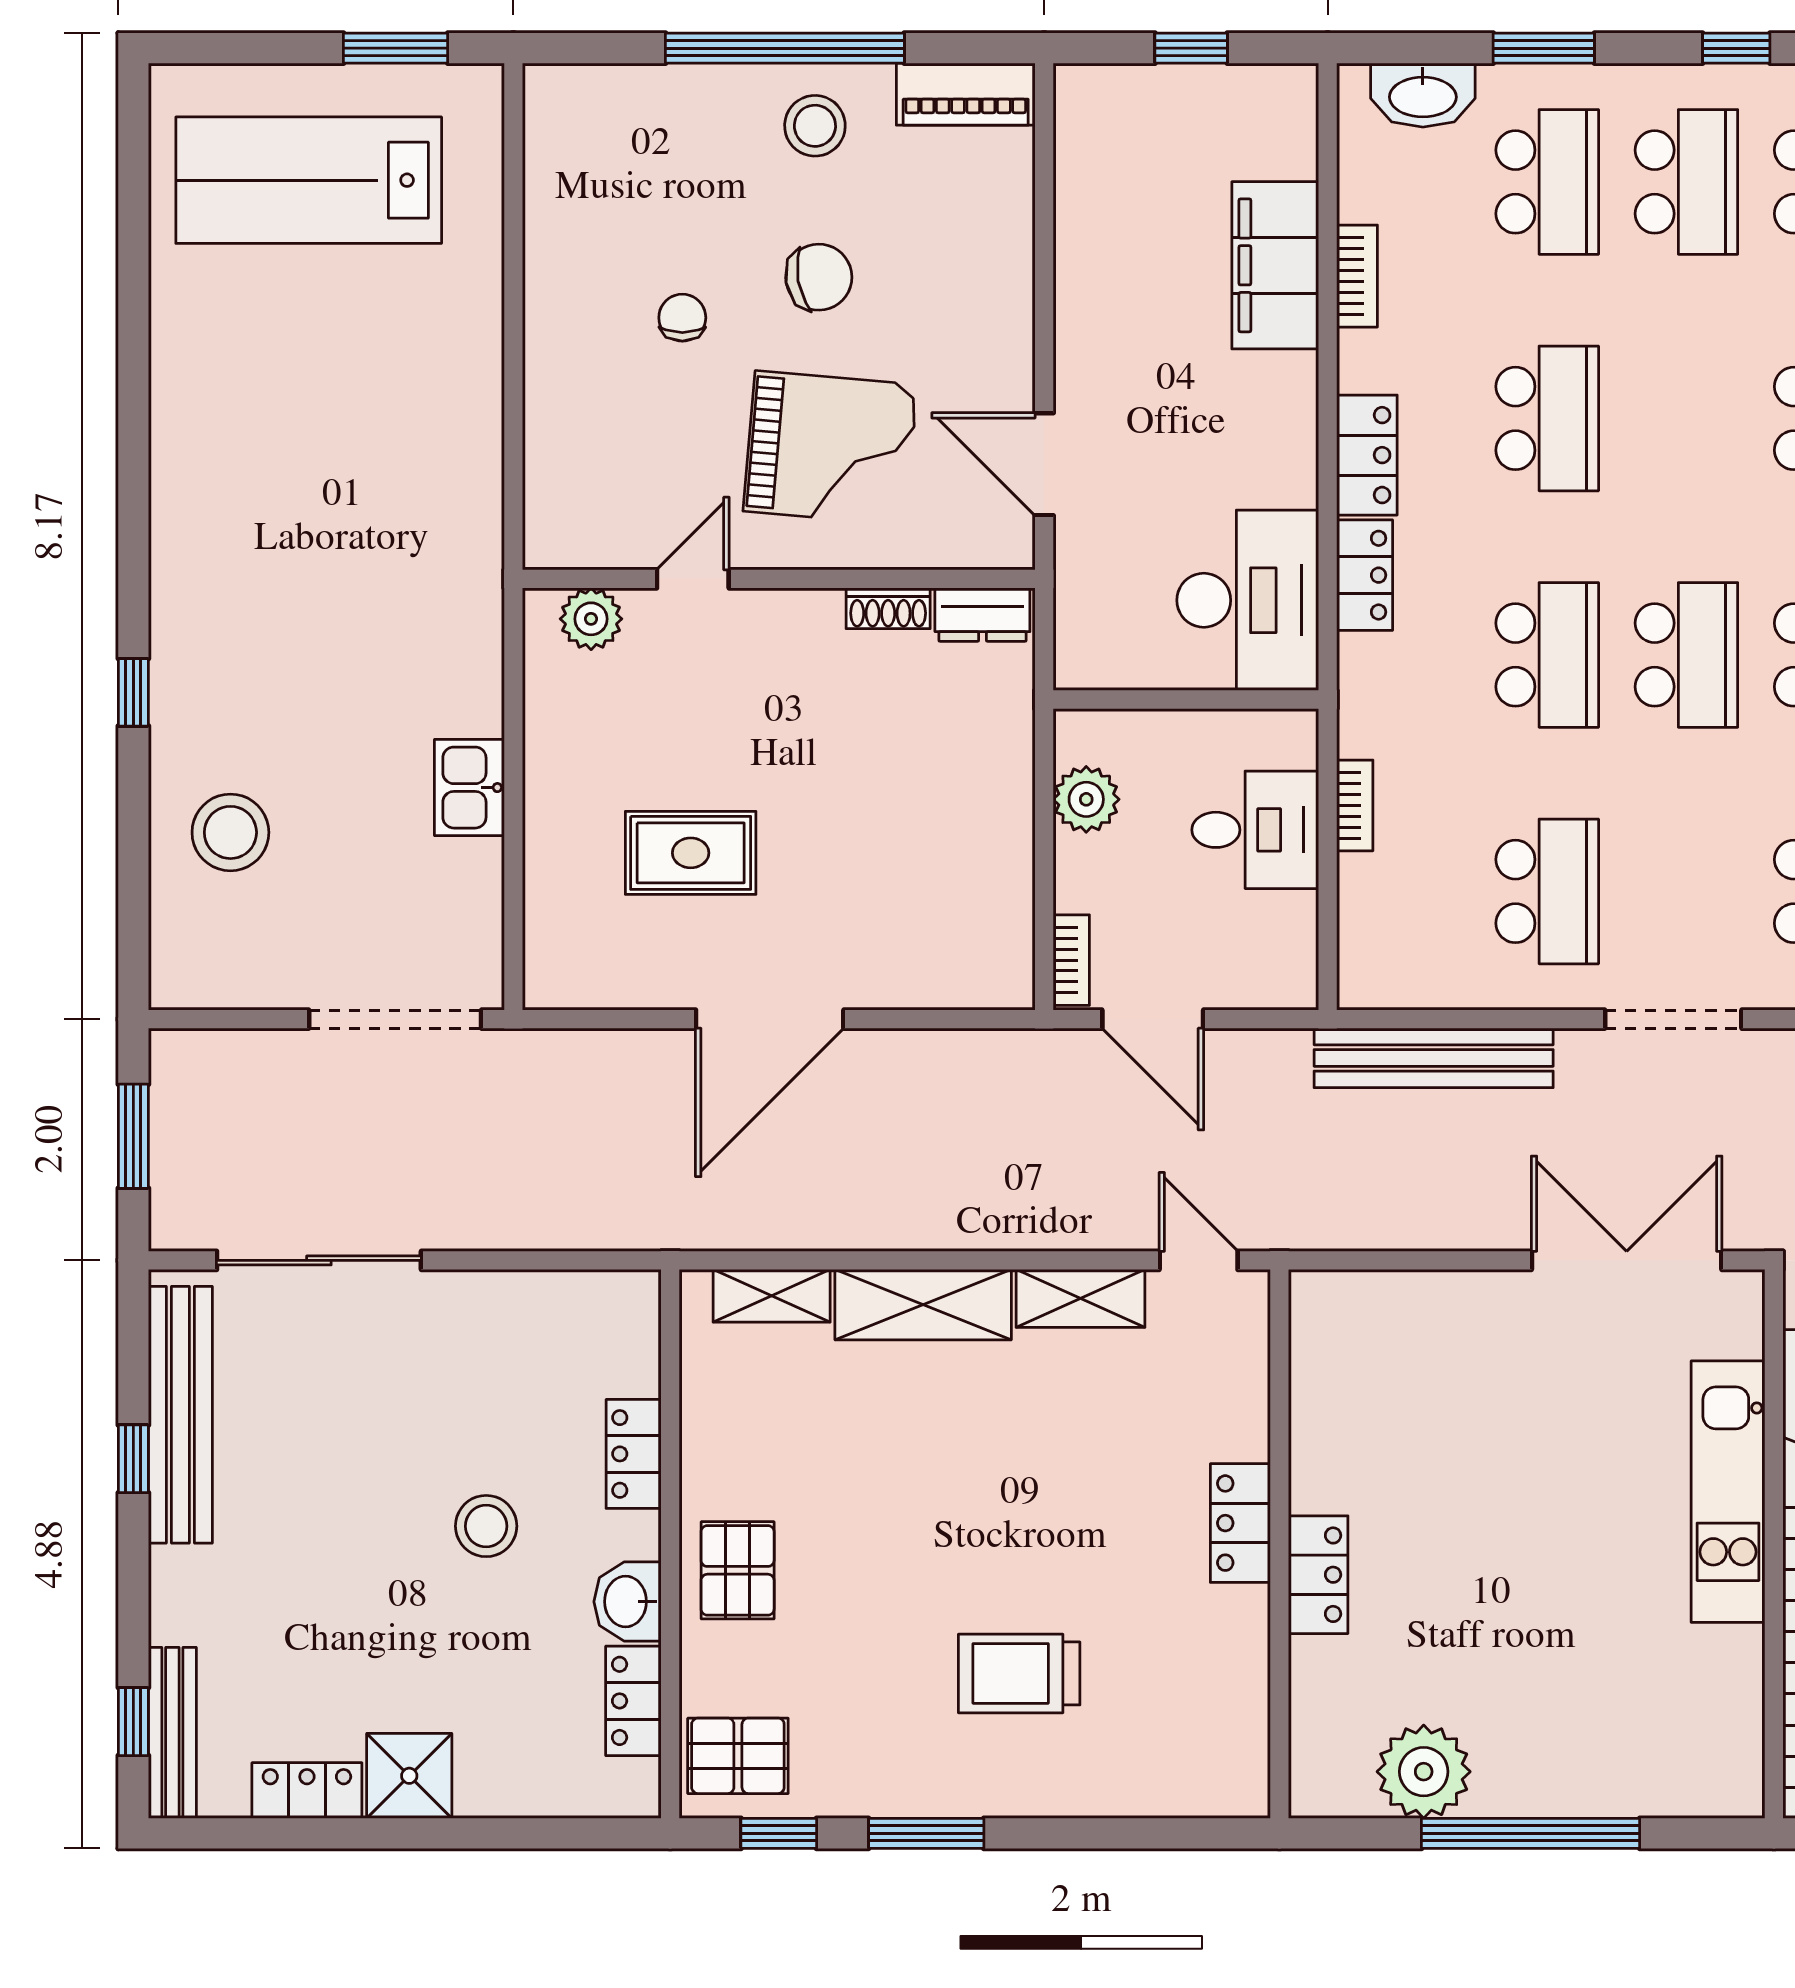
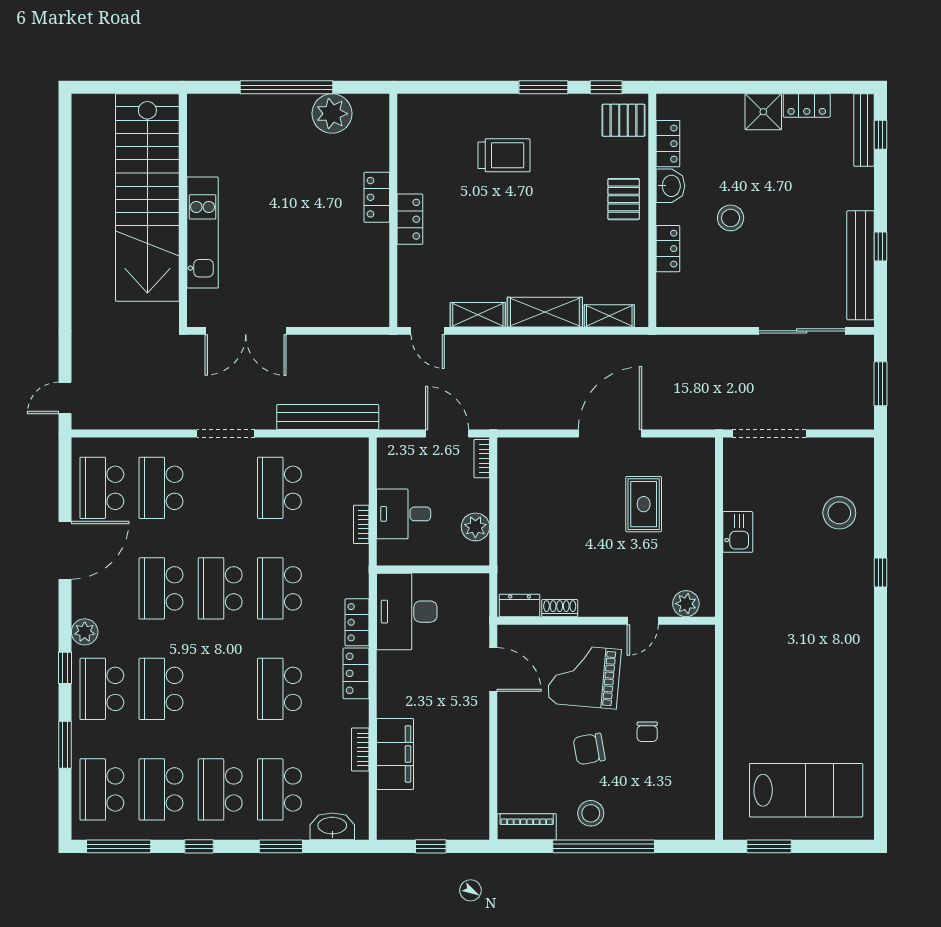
rug: (691, 853) -> (644, 504), turned 90

